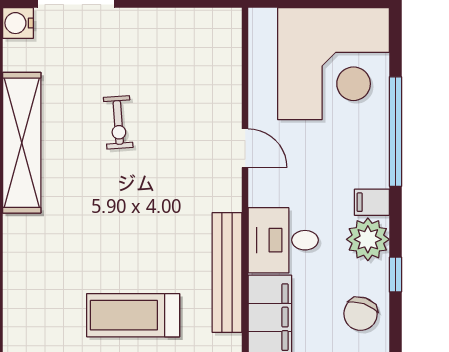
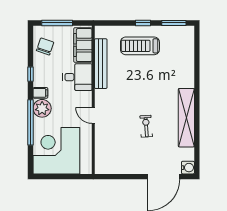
plant: (368, 239) -> (42, 108), moved
window: (395, 275) -> (31, 74), moved
treadmill: (133, 315) -> (140, 46), turned 180

